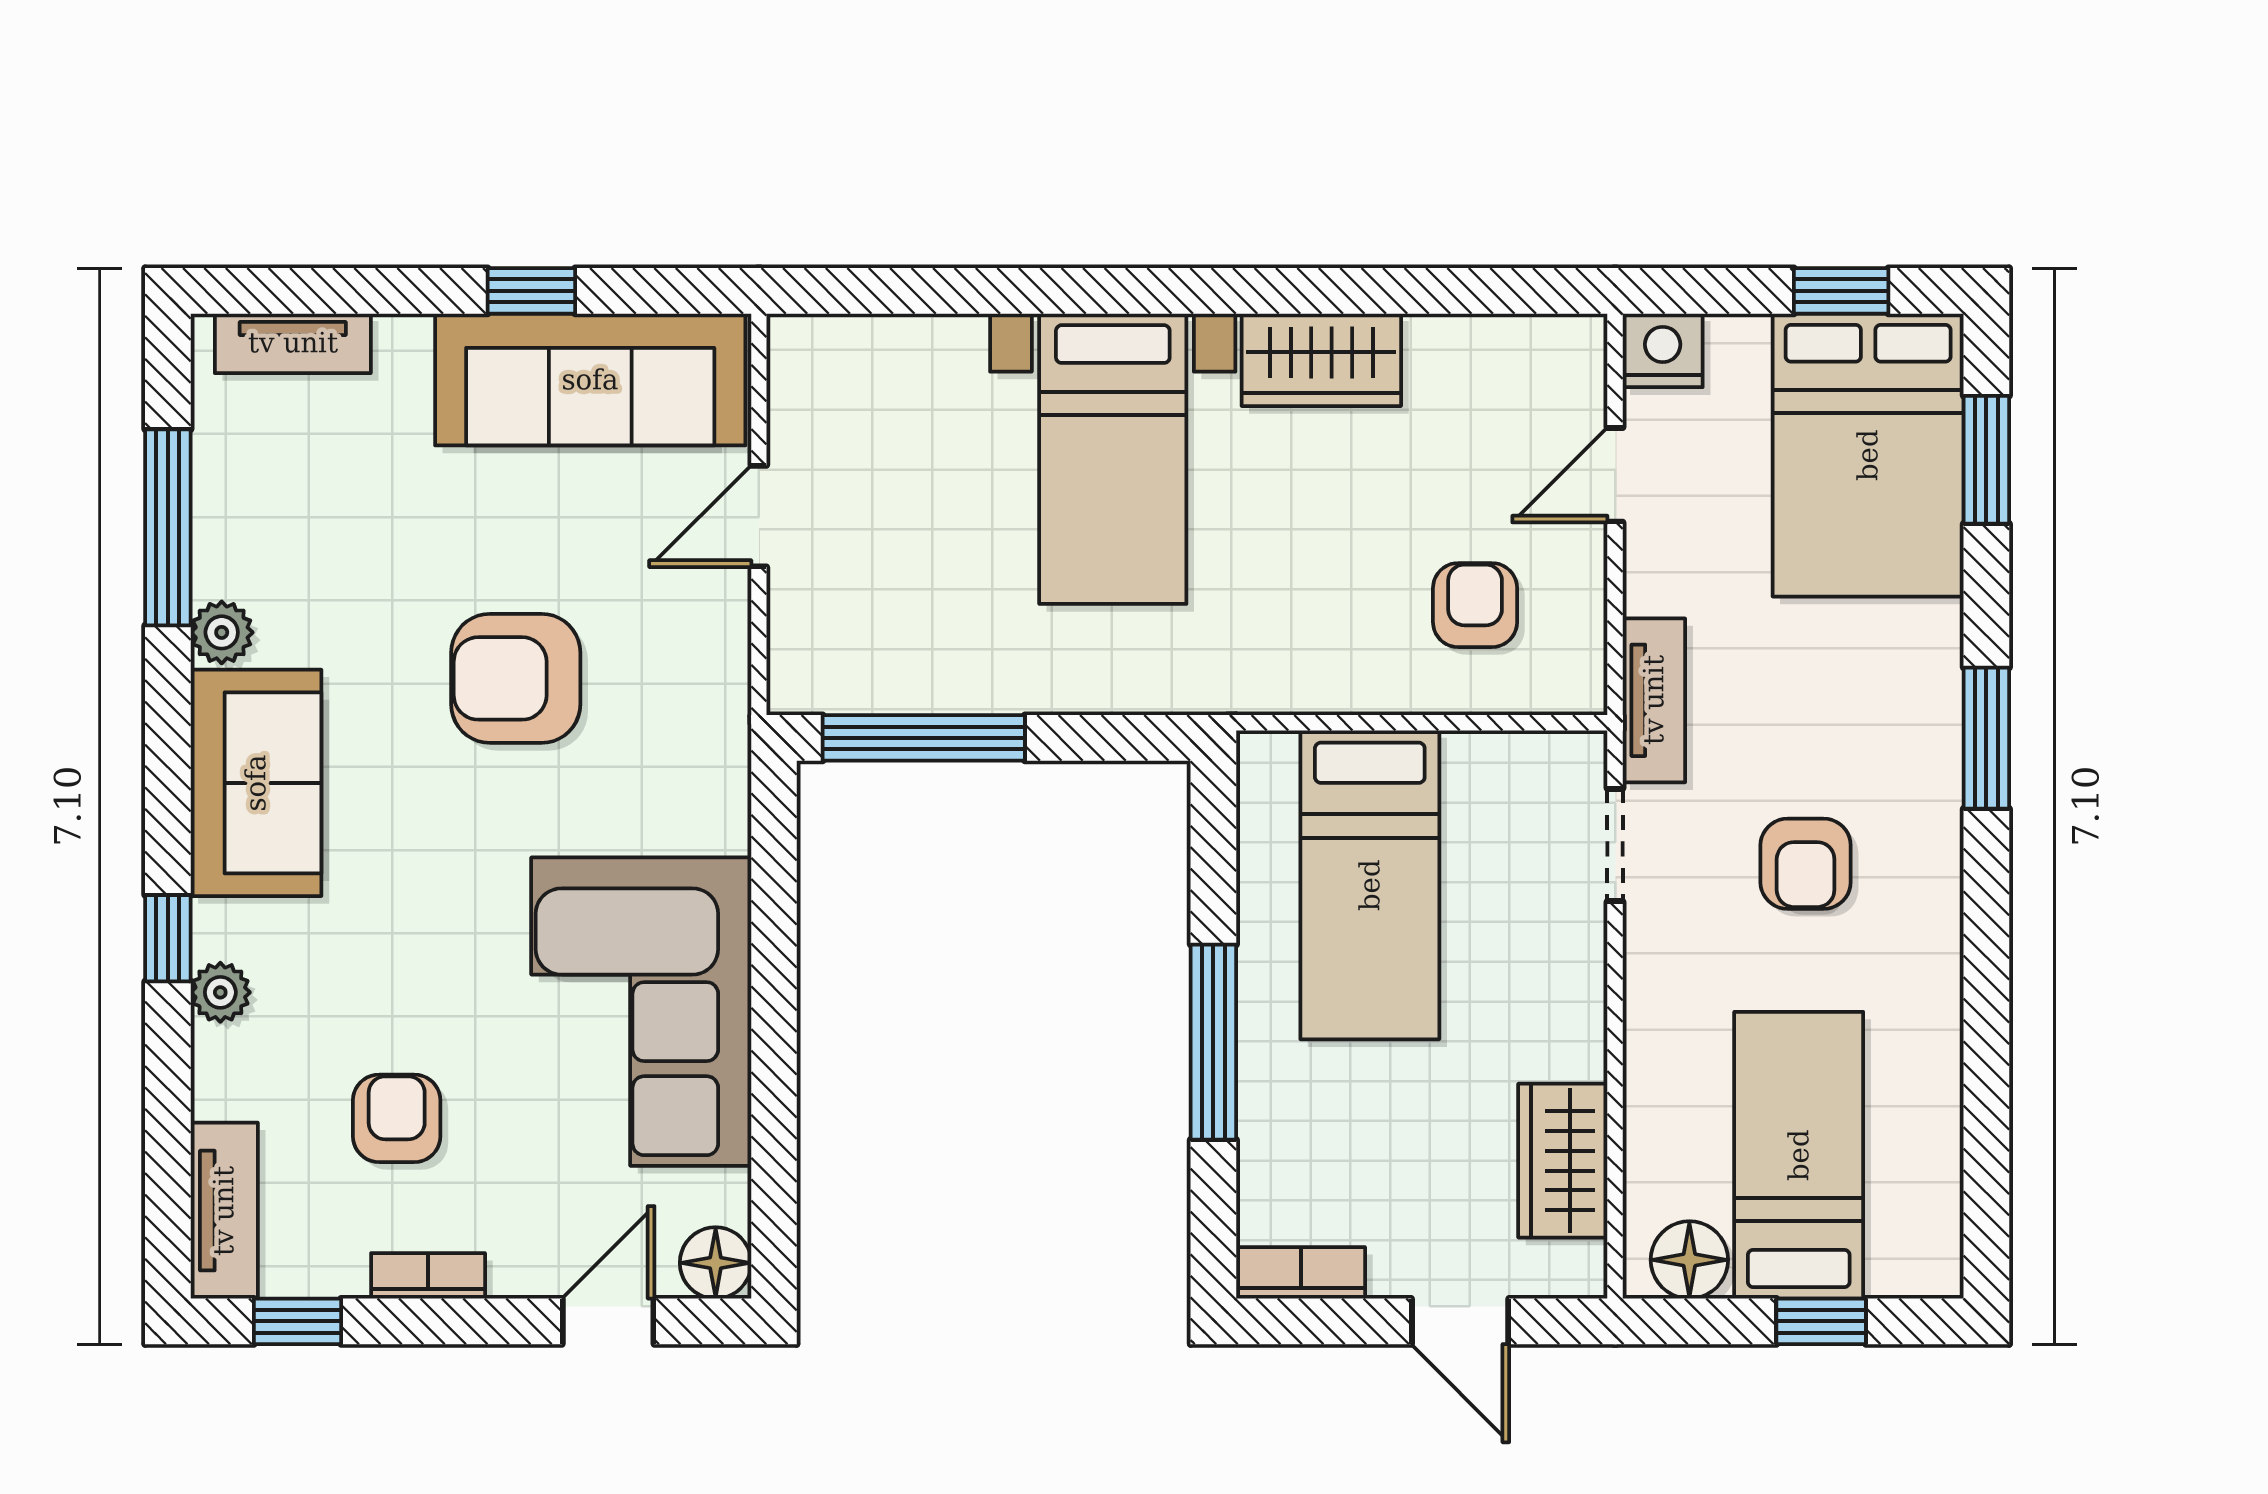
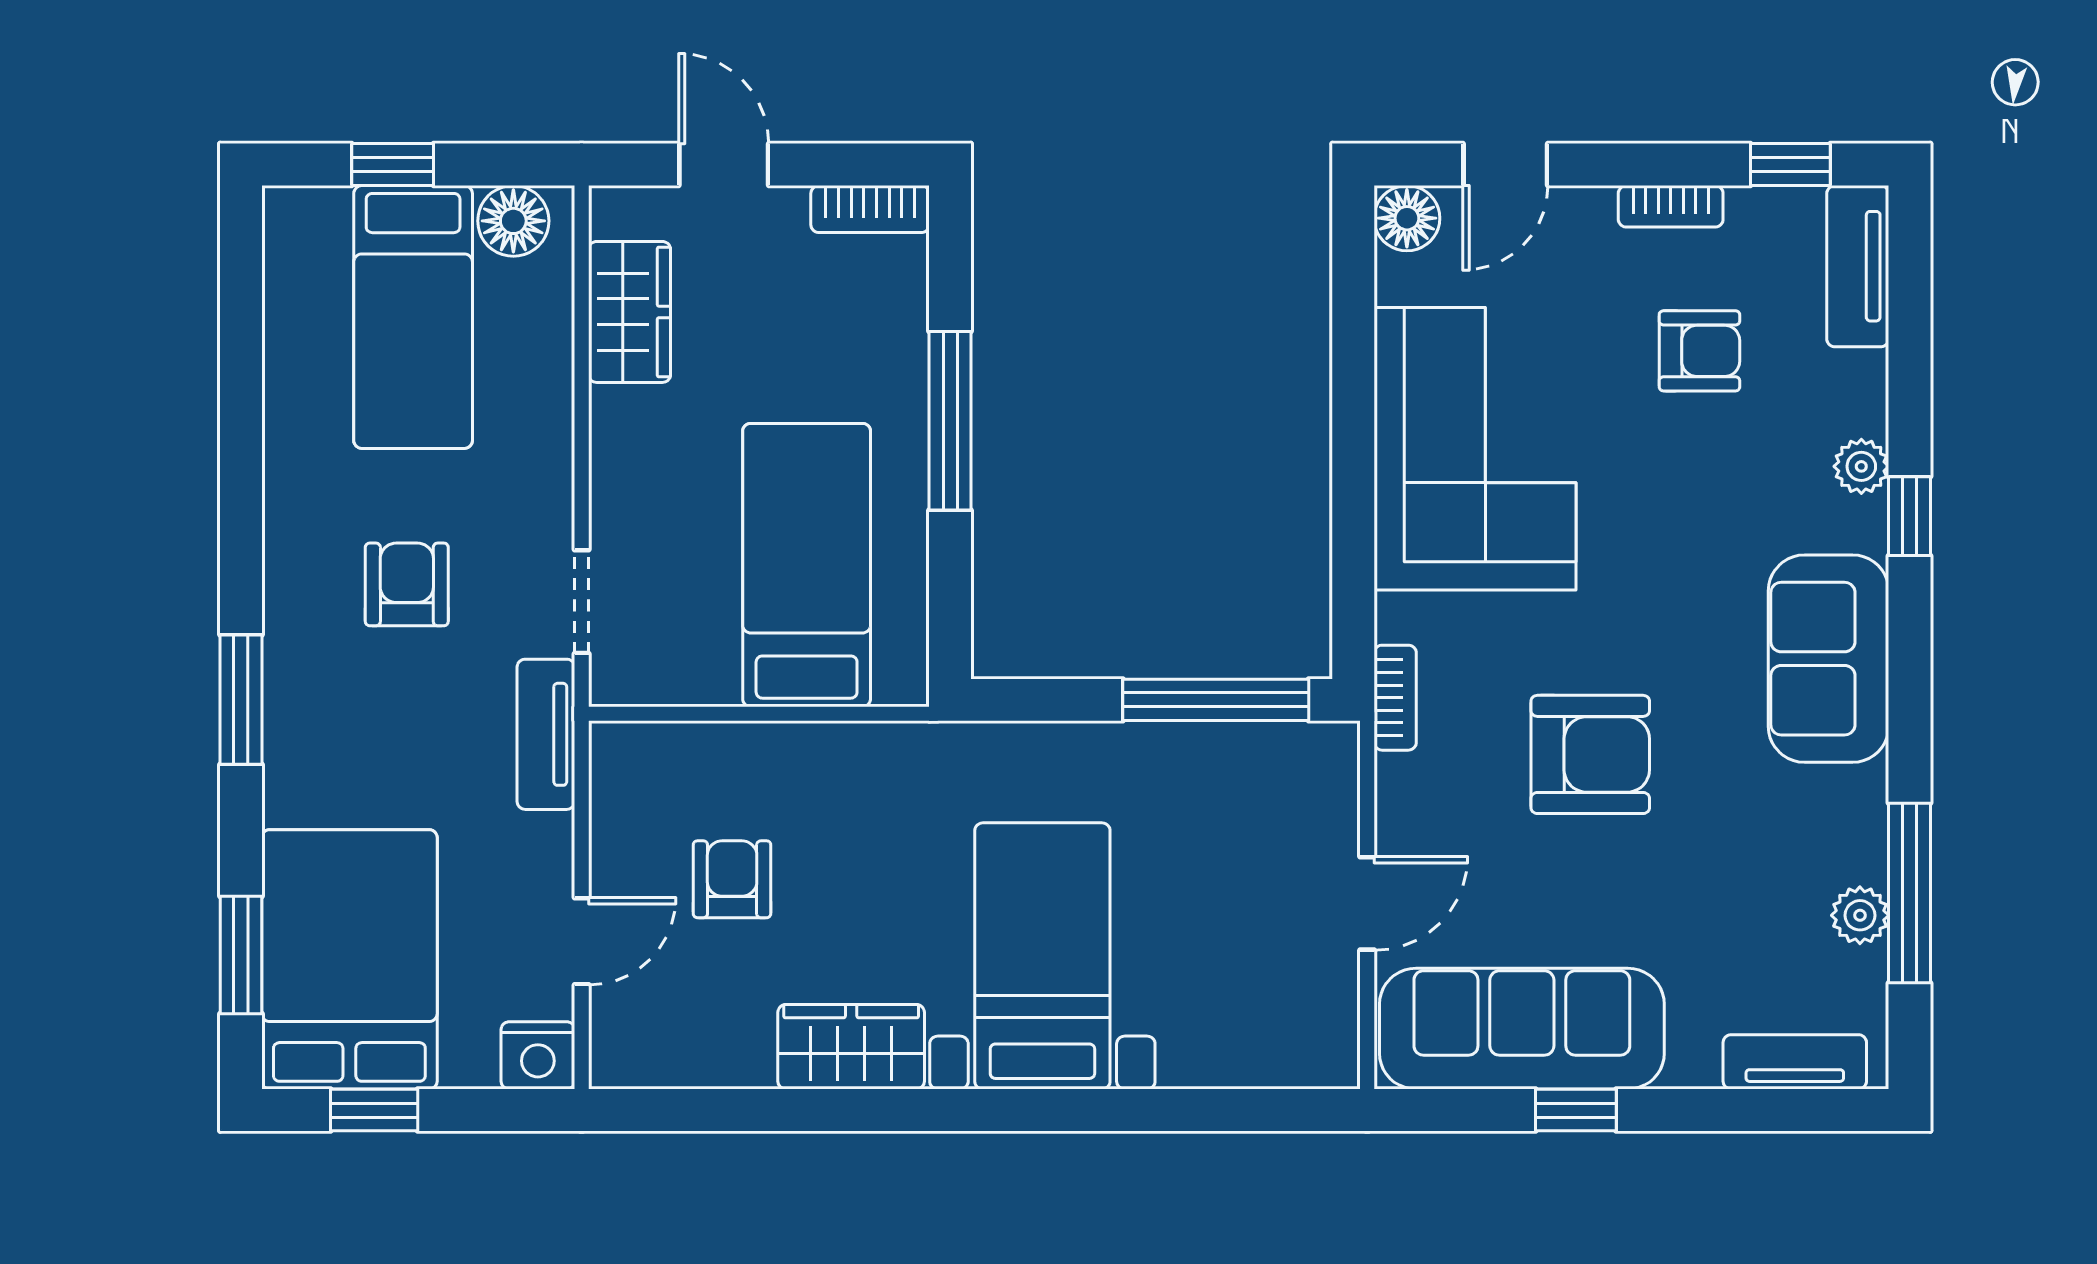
armchair: (1475, 605) -> (732, 879), moved, turned 180
plant: (222, 632) -> (1860, 915), moved
bookcase: (728, 740) -> (1395, 698), added
armchair: (397, 1118) -> (1699, 351), turned -90

